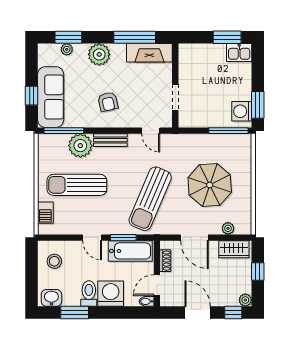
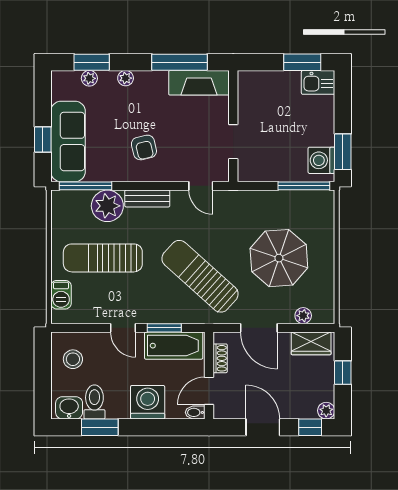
plant: (99, 54) -> (126, 78), width x0.53, depth x0.53
sun lounger: (150, 199) -> (200, 276), turned 109
toilet: (89, 293) -> (94, 402), moved

